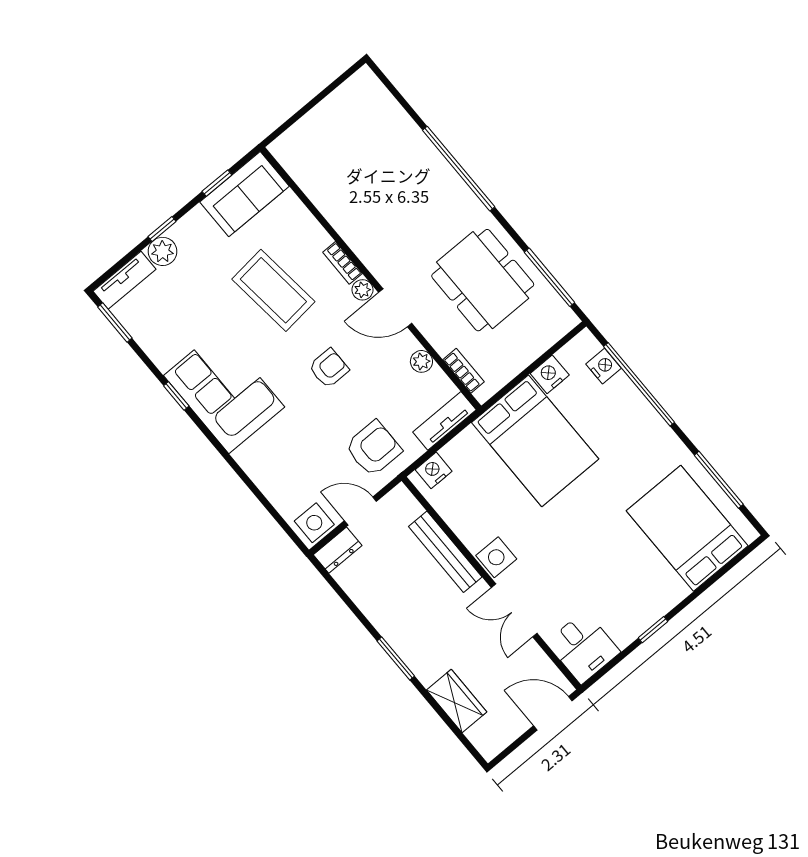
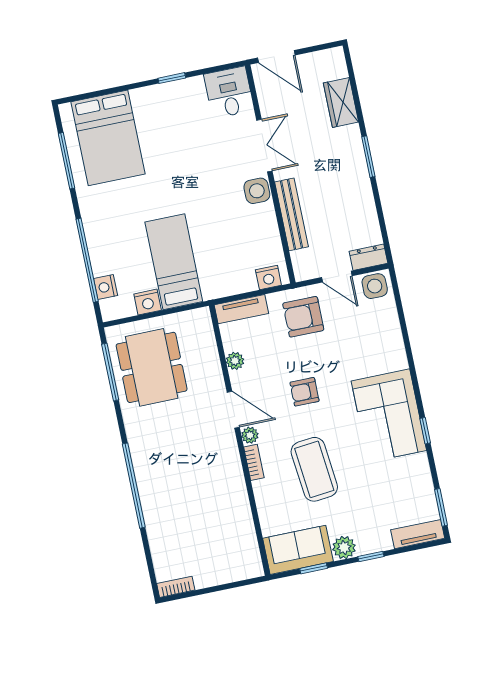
plant: (163, 251) -> (344, 547), moved
dining table: (483, 280) -> (152, 367), moved
bookcase: (464, 371) -> (176, 587), moved, turned 90
bed: (535, 441) -> (174, 262), width x0.67

